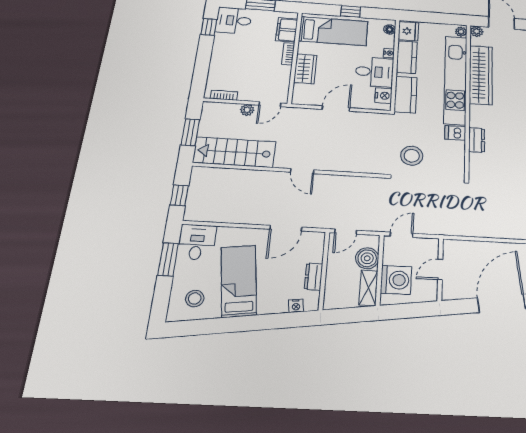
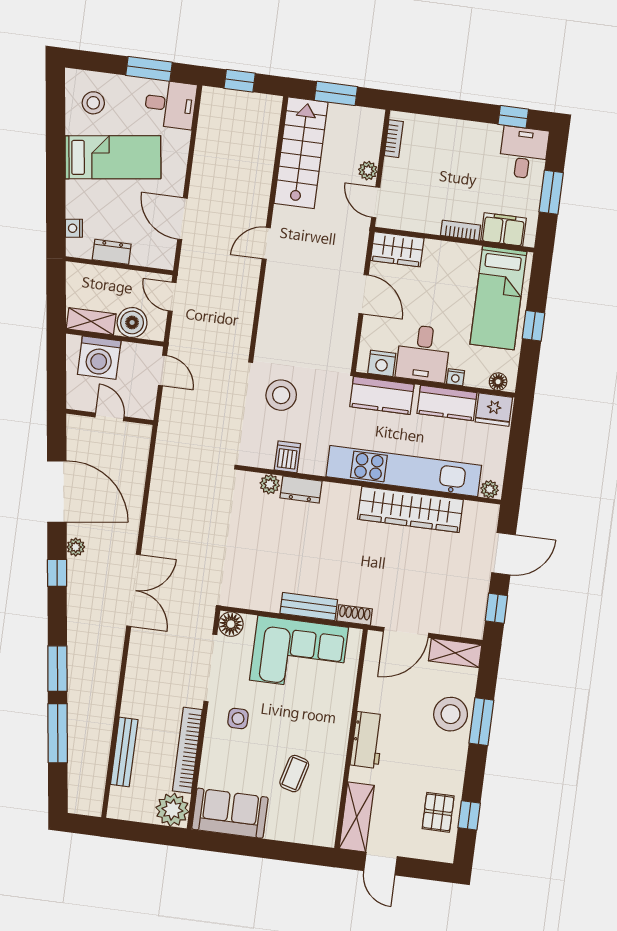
plant: (477, 31) -> (270, 484), moved
wardrobe: (305, 69) -> (397, 249), moved
dishwasher: (455, 133) -> (287, 457), moved

